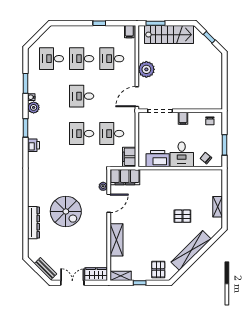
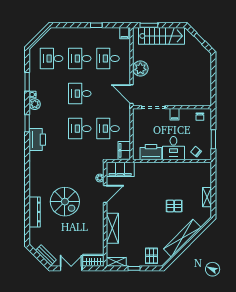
door: (137, 97) -> (131, 94), hinge flipped
printer: (33, 145) -> (37, 140), width x1.87, depth x1.48

